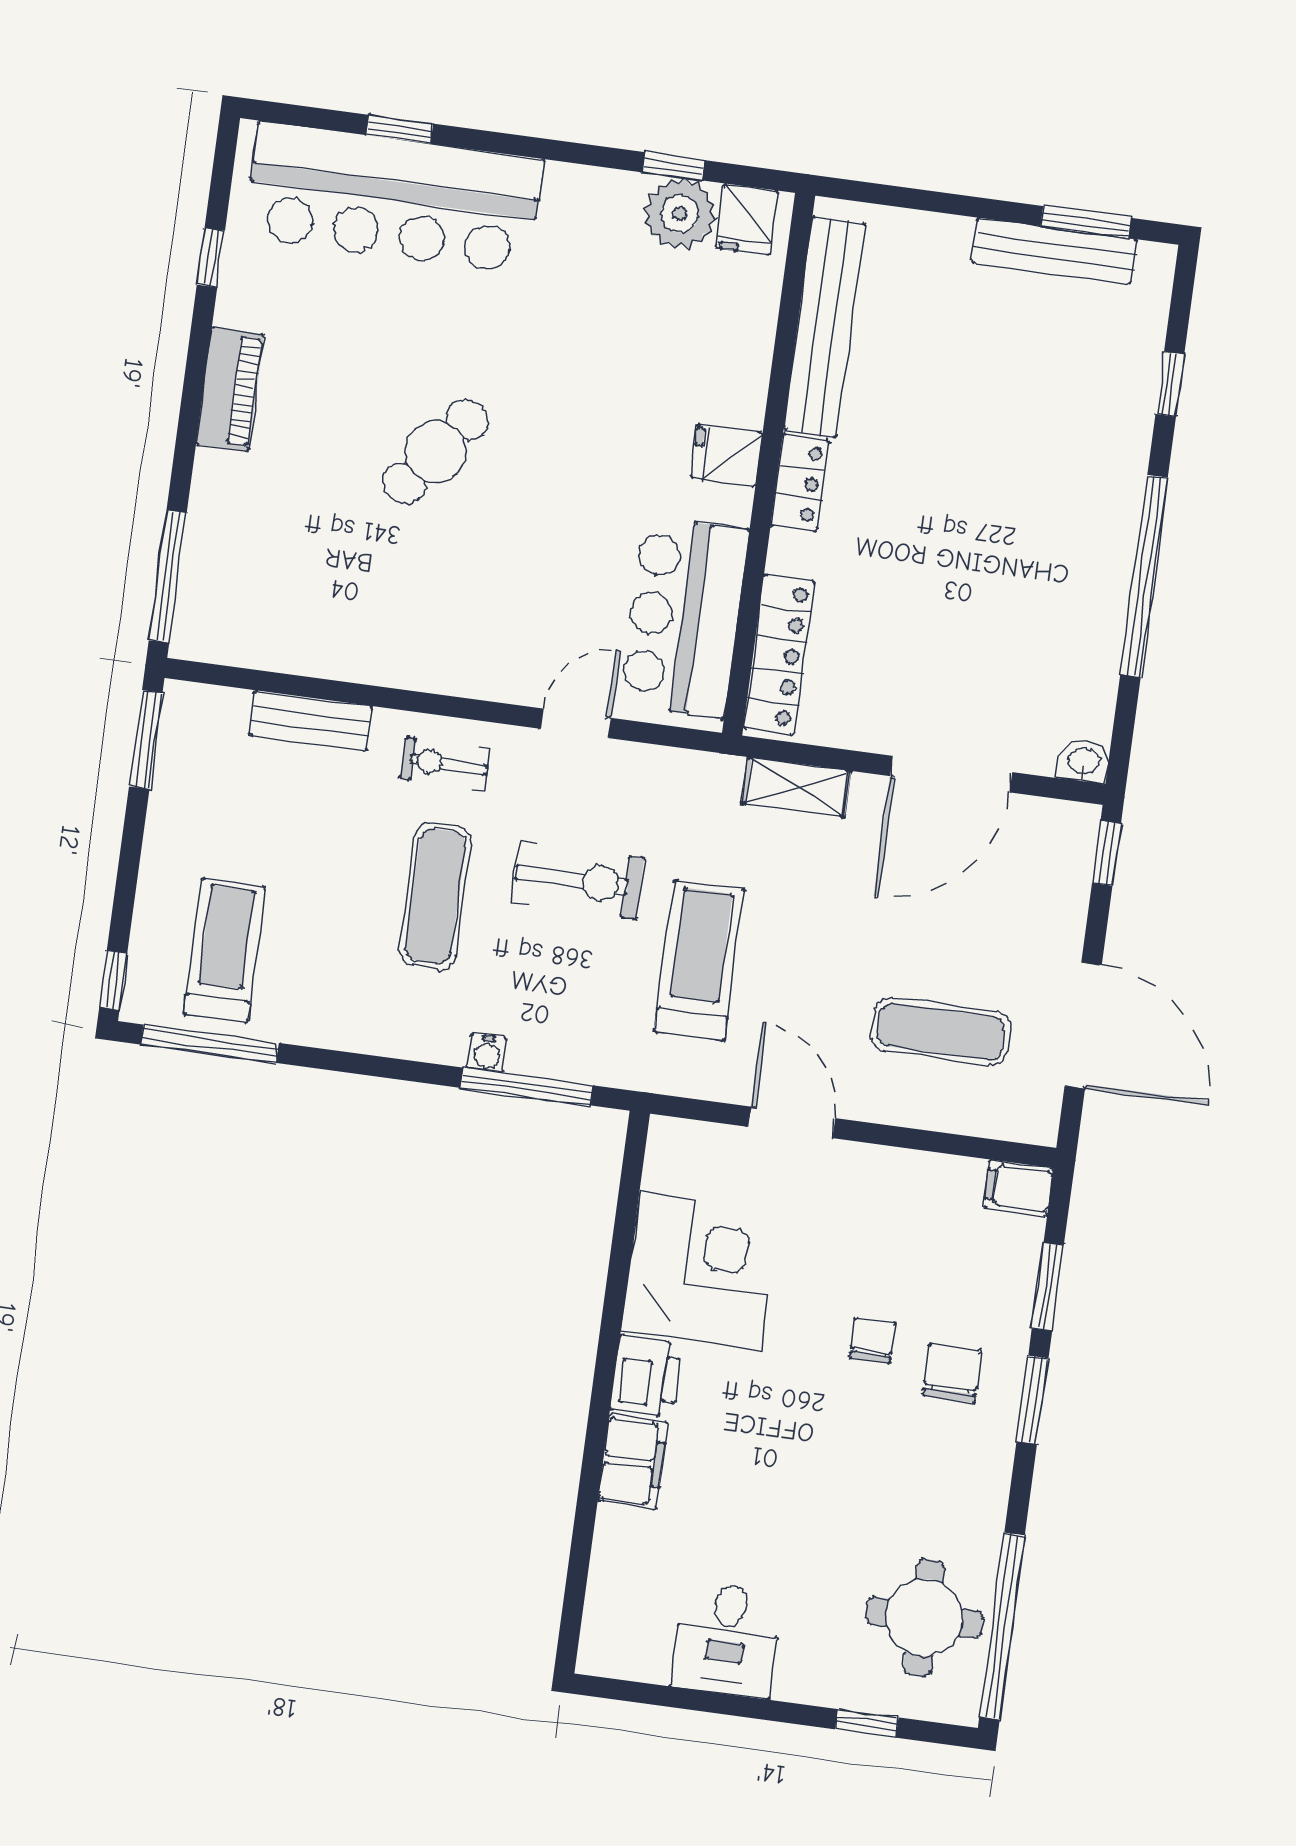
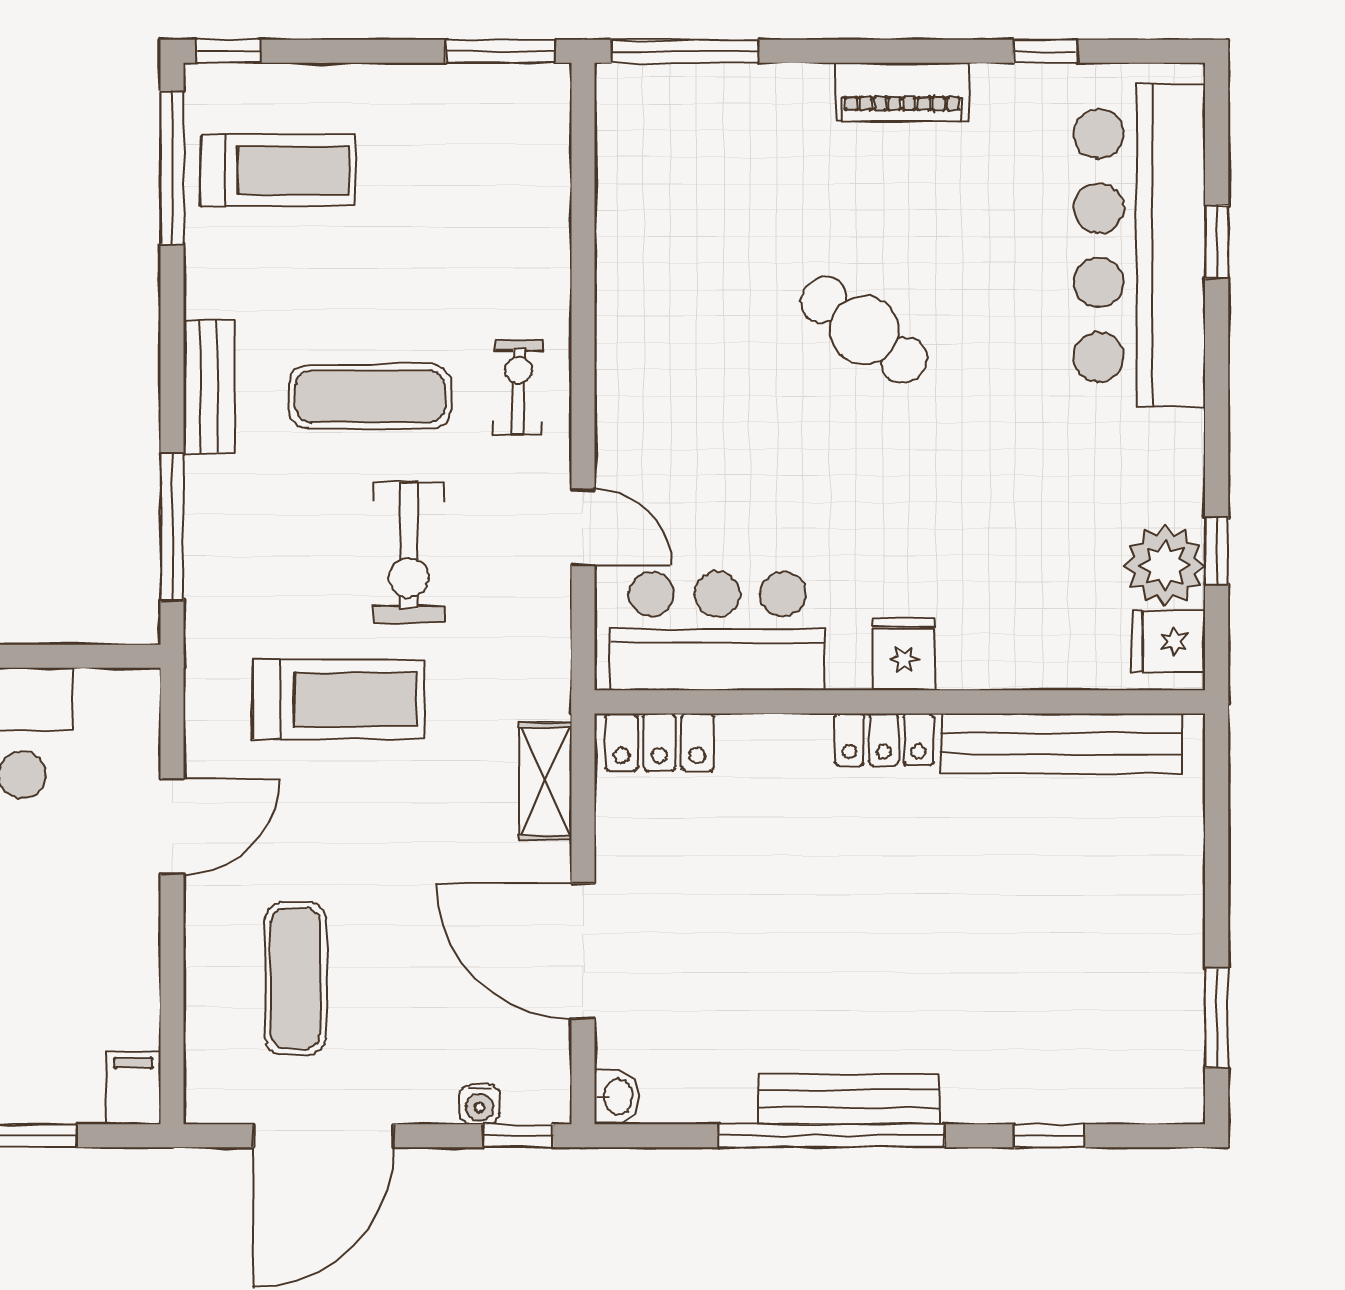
bench: (1054, 251) -> (849, 1099), moved, turned 90
locker: (779, 655) -> (660, 742), width x0.66
bench: (311, 721) -> (209, 386), moved
water cooler: (487, 1053) -> (480, 1104), moved, turned -90

